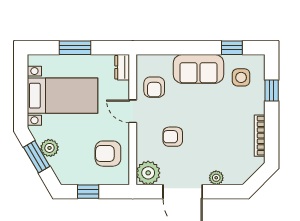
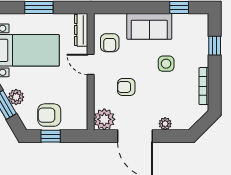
dresser: (122, 67) -> (81, 30), width x1.44
side table: (241, 77) -> (166, 64), moved
armchair: (108, 154) -> (49, 115), moved

